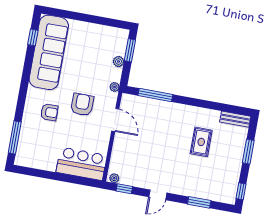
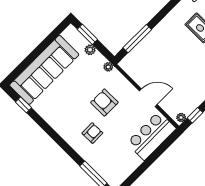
sofa: (49, 52) -> (44, 70), moved, turned 90
door: (115, 120) -> (148, 98), moved

